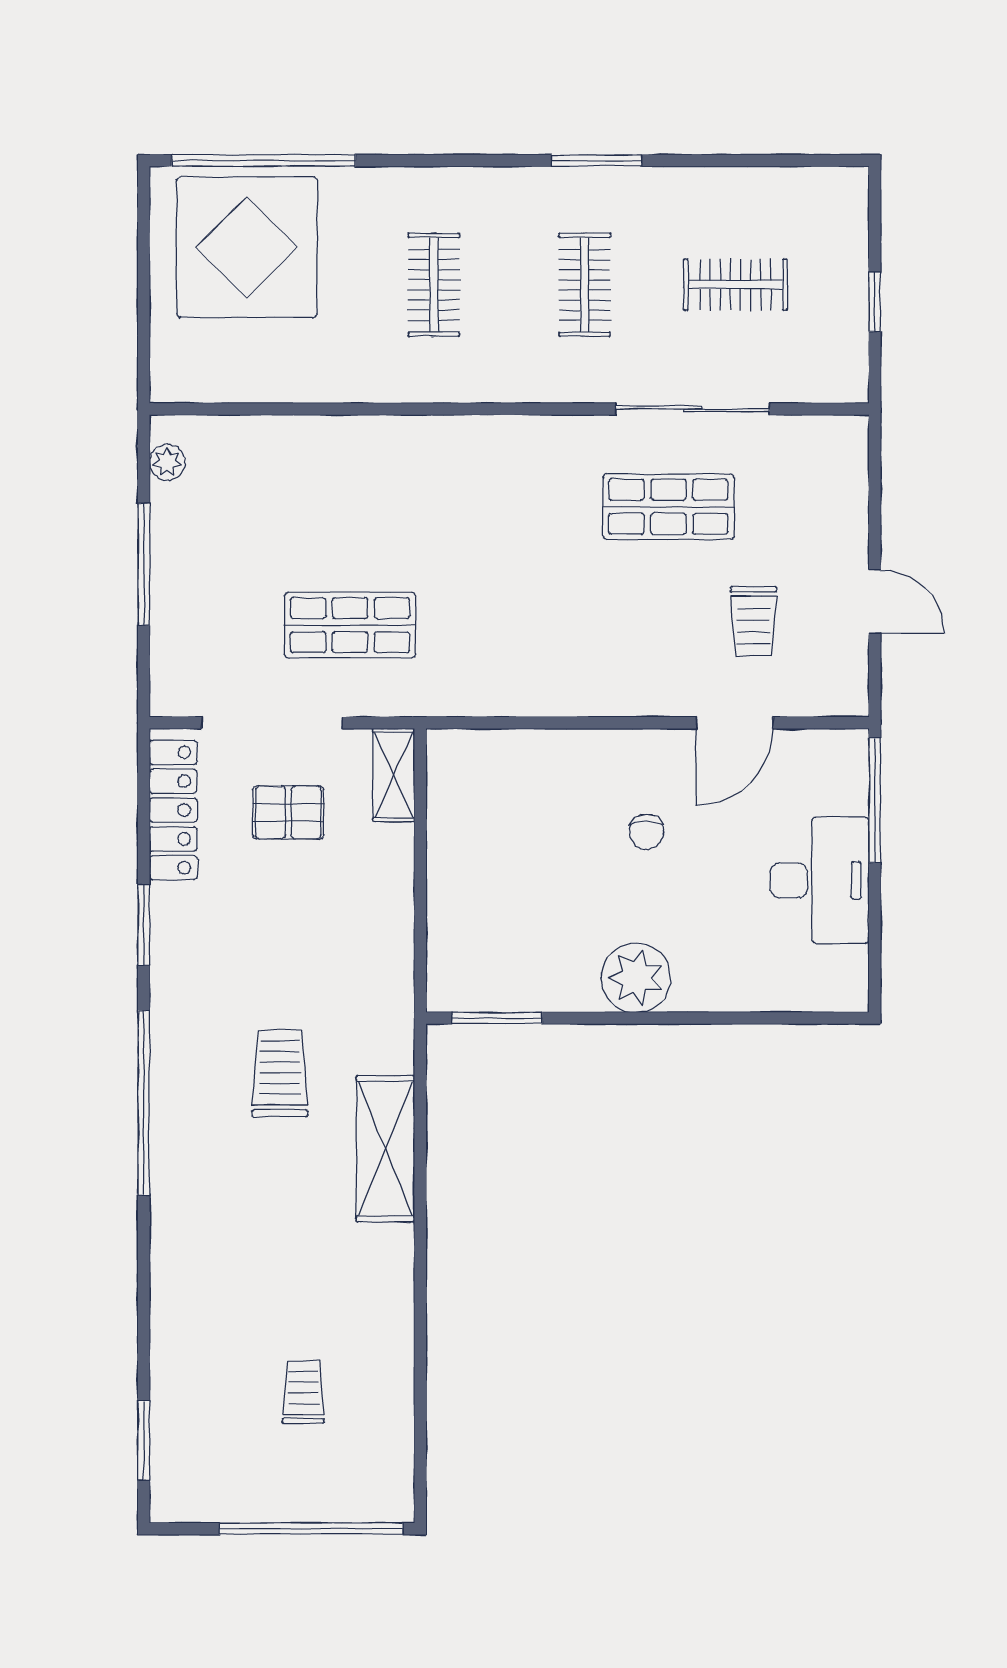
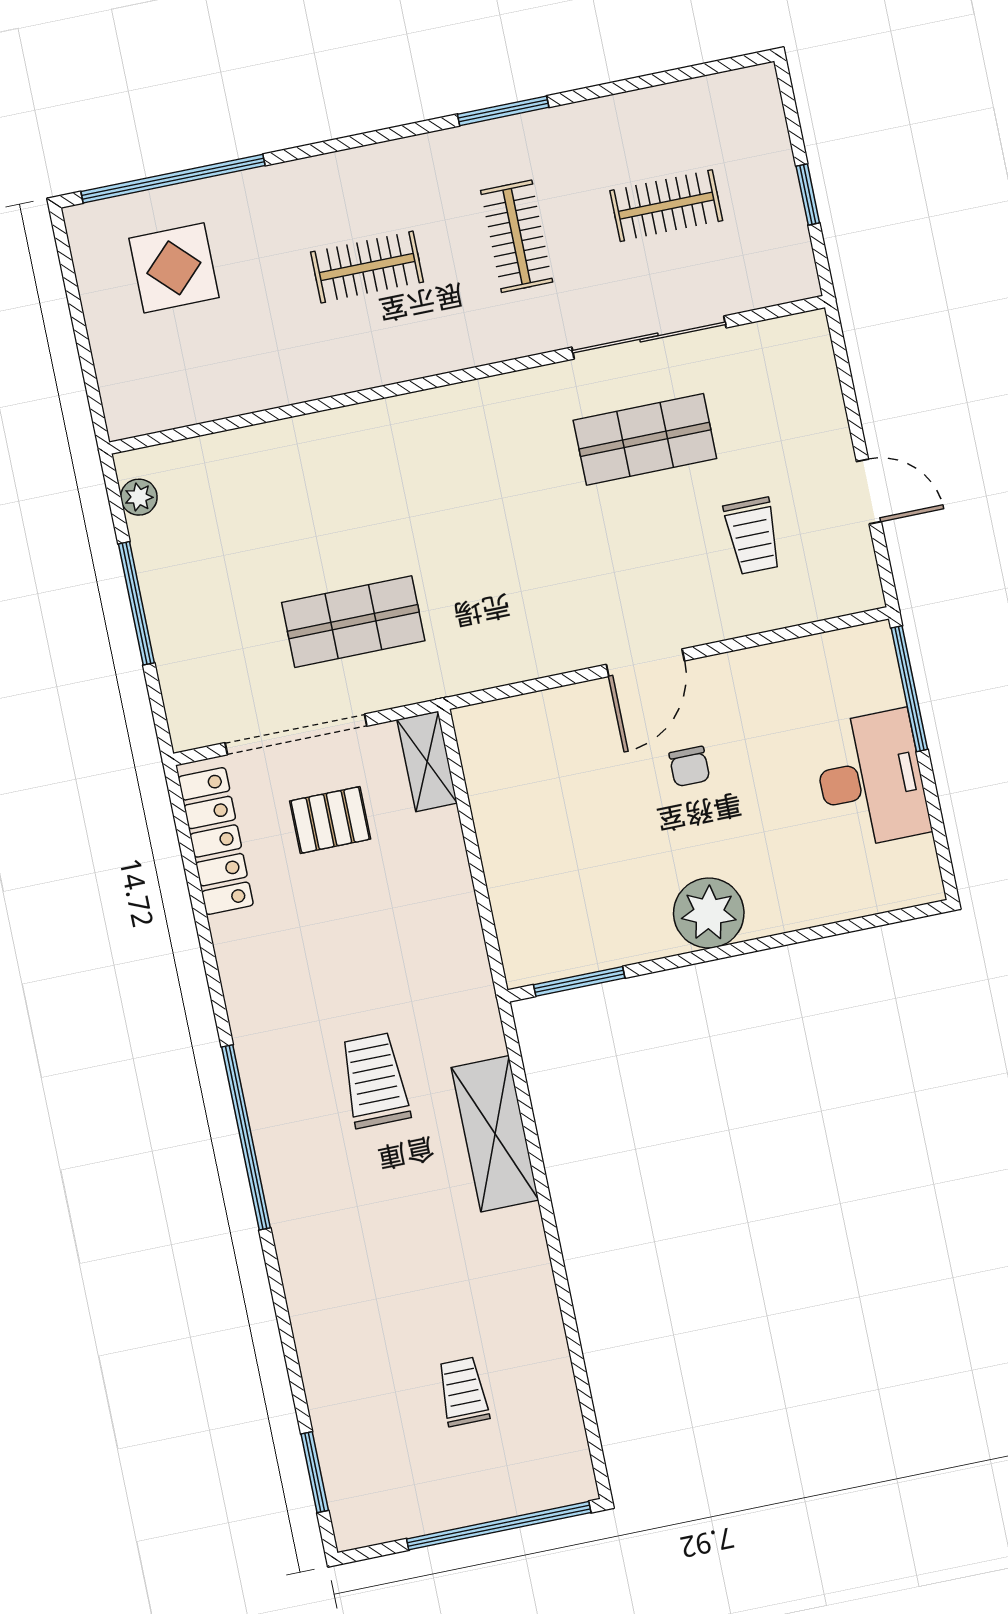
display table: (247, 247) -> (174, 268), width x0.54, depth x0.54
clothes rail: (434, 285) -> (367, 267), turned 90
door: (735, 723) -> (645, 663), moved
window: (144, 925) -> (210, 961), removed

